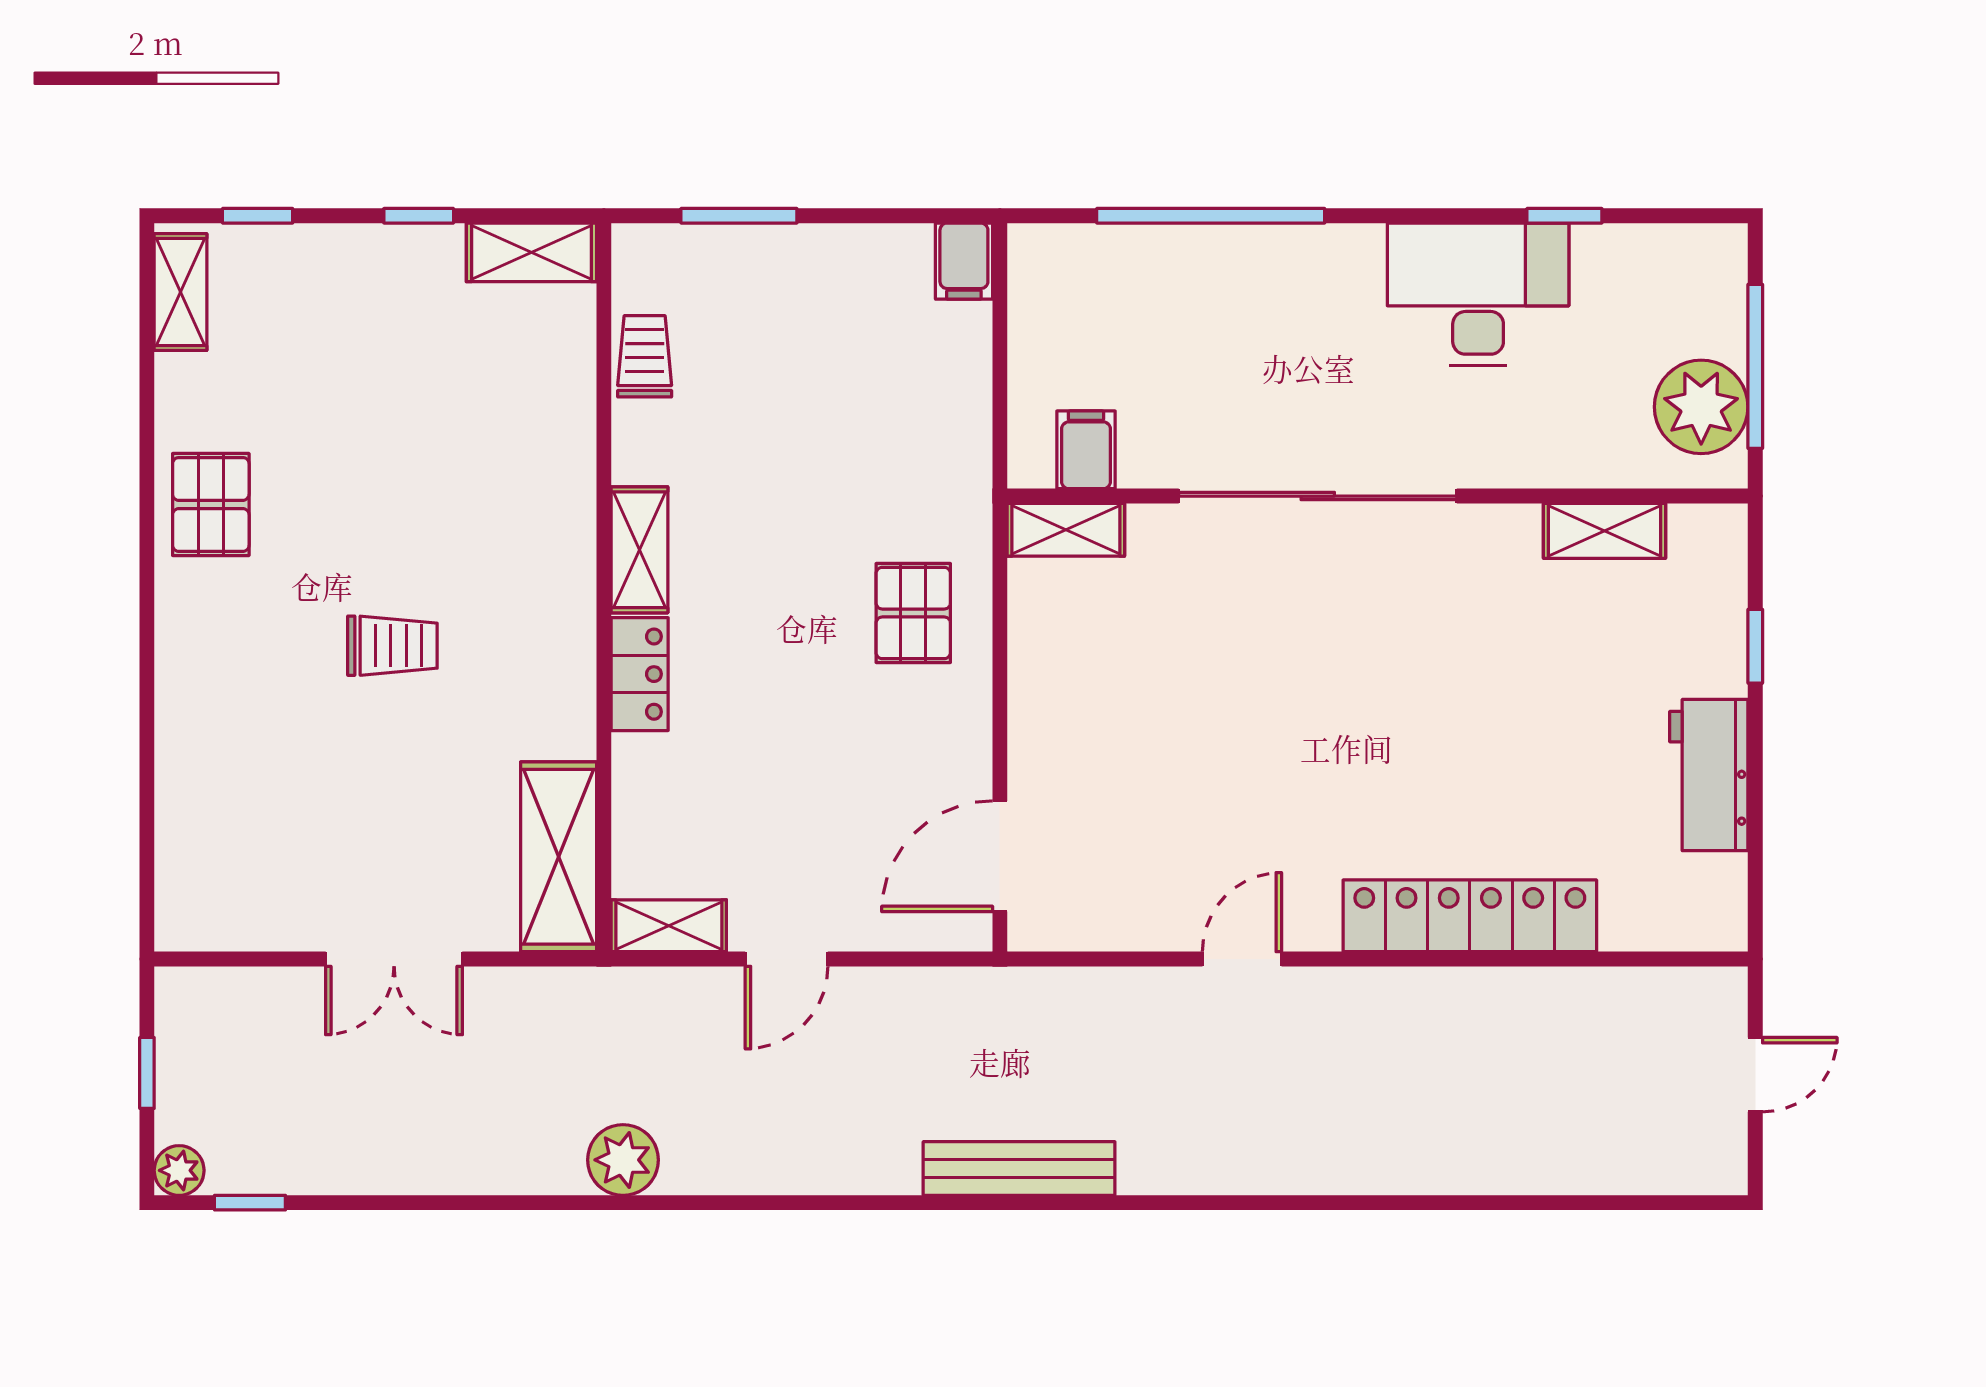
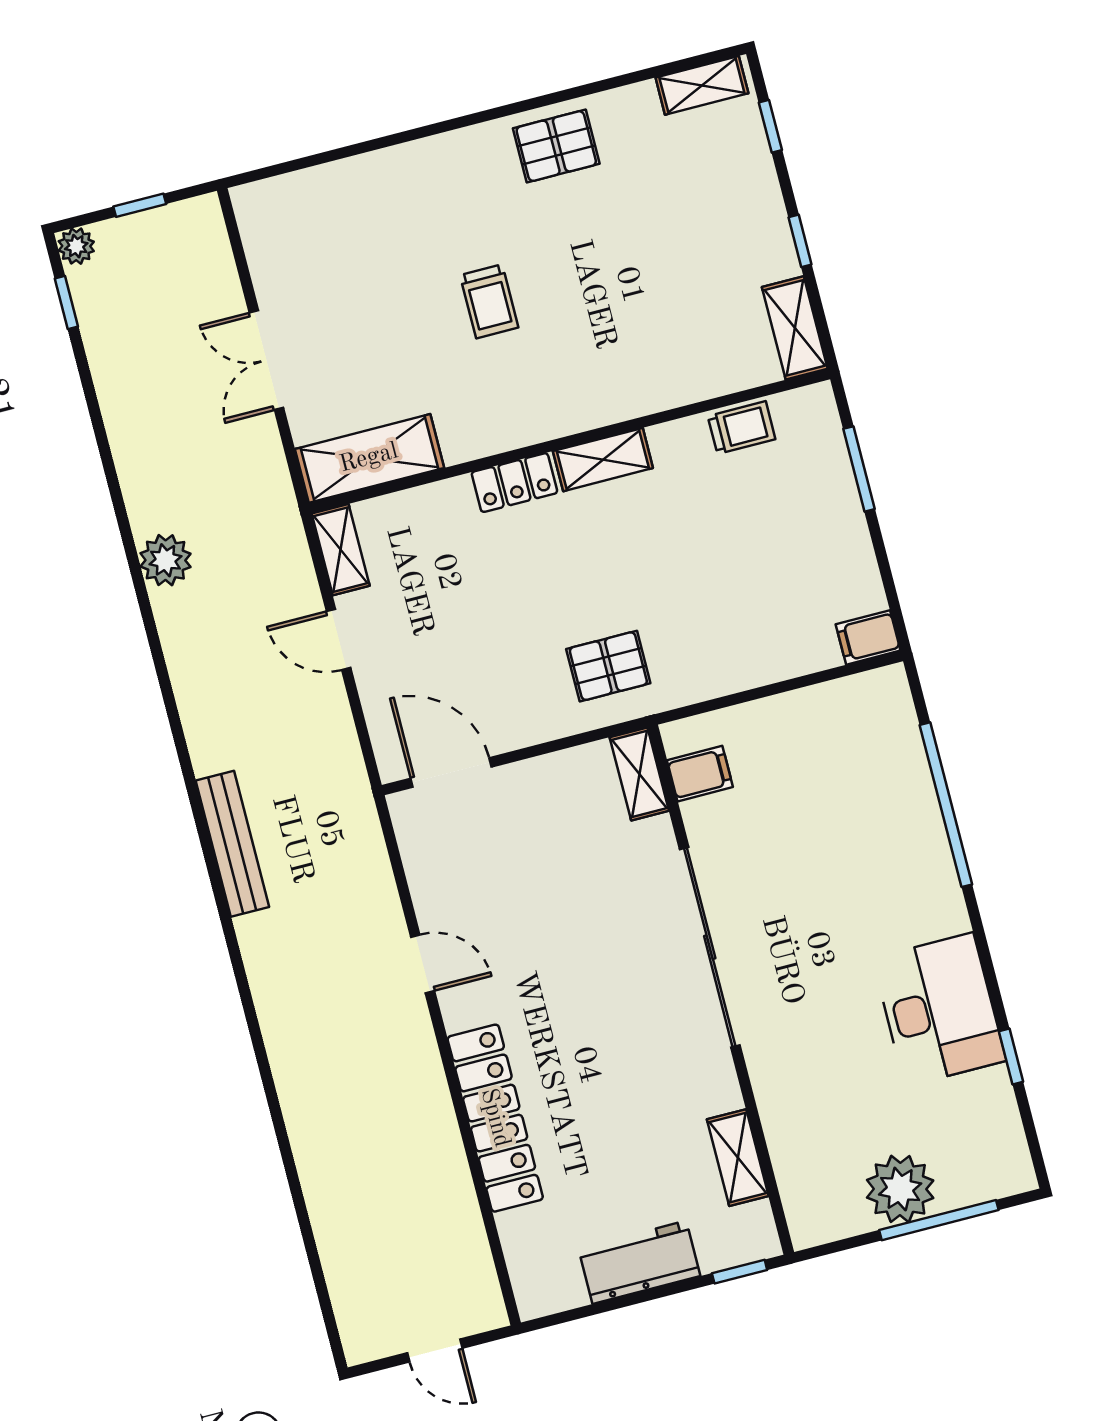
filing cabinet: (1086, 450) -> (700, 774), moved
sliding door: (1318, 496) -> (710, 947), moved
wall: (1378, 496) -> (721, 990), moved
shelving: (1066, 530) -> (639, 774), moved
shelving: (1604, 531) -> (738, 1158), moved

